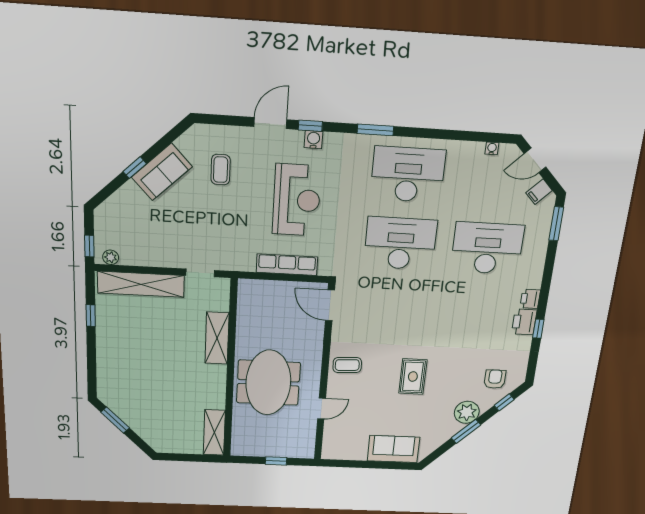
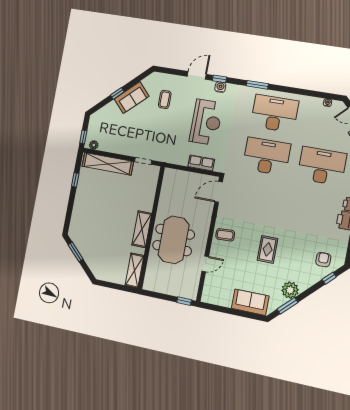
row of seats: (287, 265) -> (201, 163), width x0.68
door: (330, 305) -> (219, 192), hinge flipped
shelving: (217, 338) -> (142, 229), moved
plant: (467, 412) -> (290, 290), moved
window: (466, 431) -> (287, 306), moved
window: (276, 461) -> (184, 301), moved

